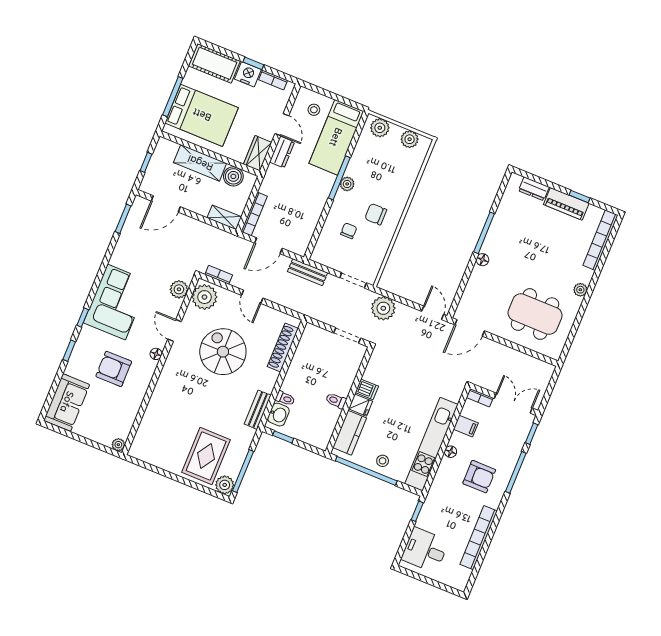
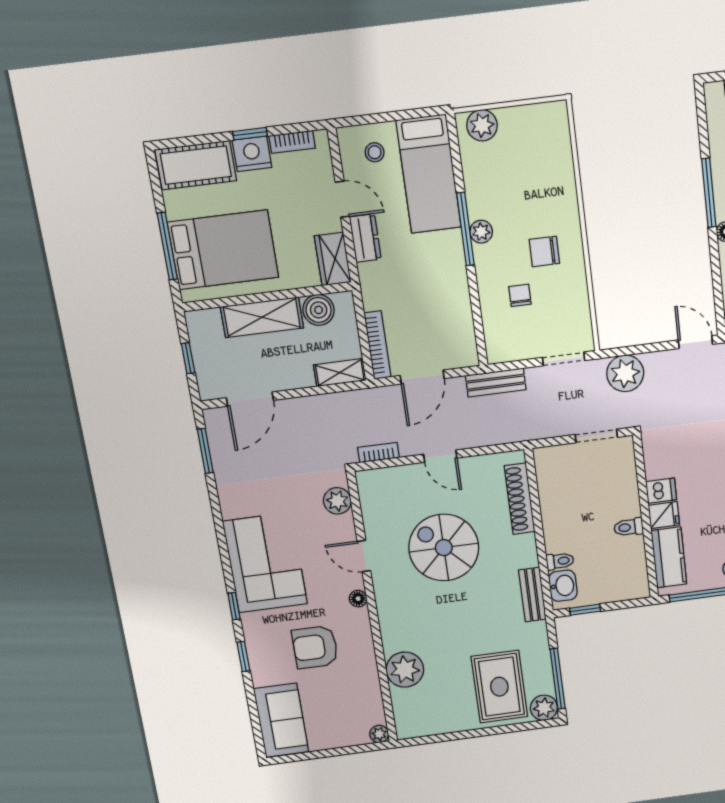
plant: (410, 139) -> (533, 118), removed
plant: (204, 297) -> (405, 670), moved

